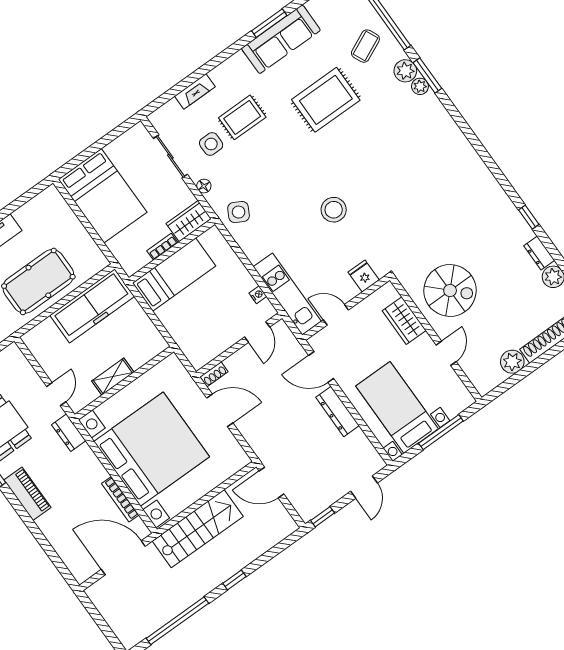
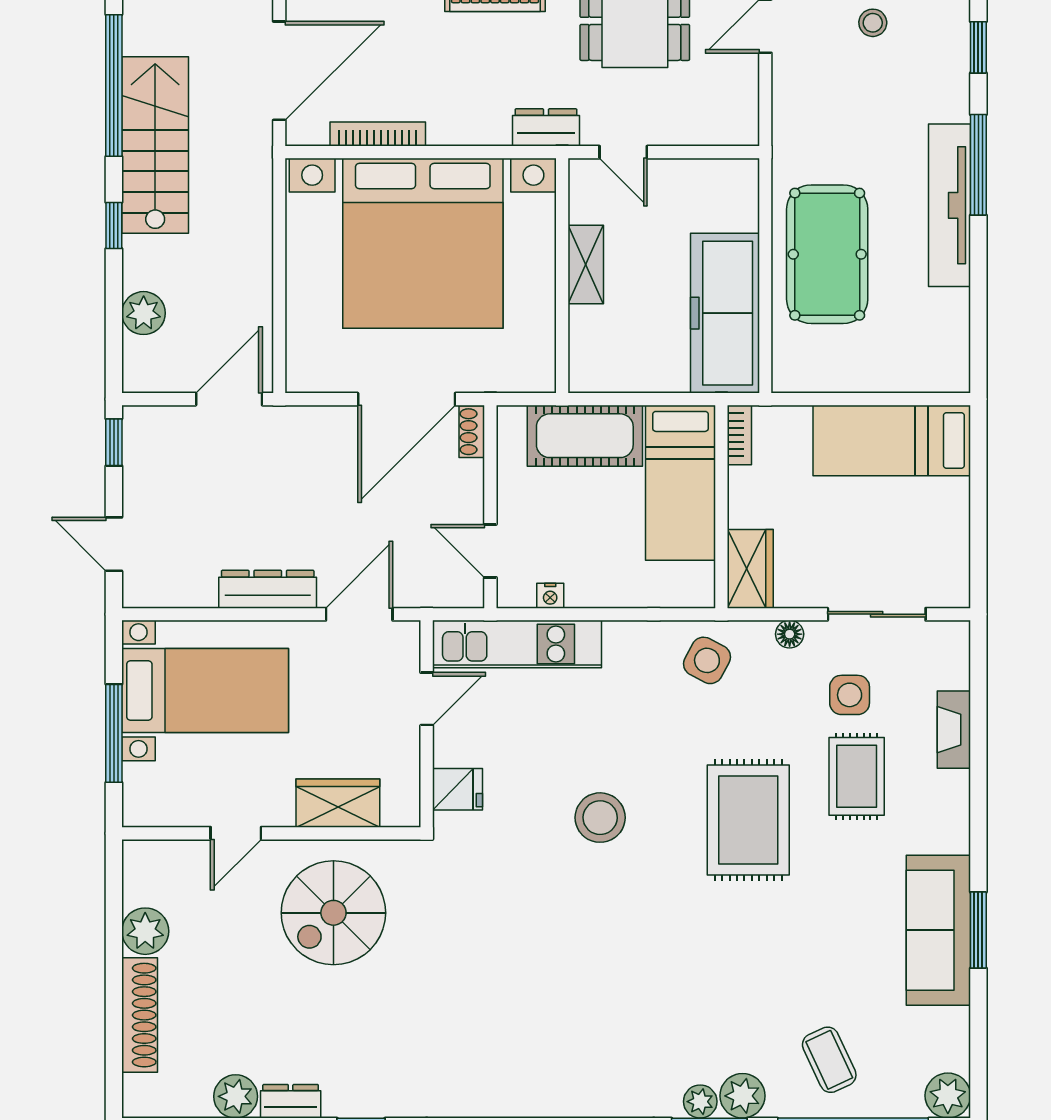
rug: (326, 100) -> (748, 820), moved
bed: (103, 196) -> (892, 440), width x0.67
bookcase: (162, 247) -> (739, 435), moved
cot: (183, 327) -> (585, 436), added
door: (446, 353) -> (236, 833), hinge flipped
door: (220, 410) -> (407, 399), width x1.36
stairs: (198, 529) -> (155, 145), moved, turned 180
plant: (261, 542) -> (144, 313), added

